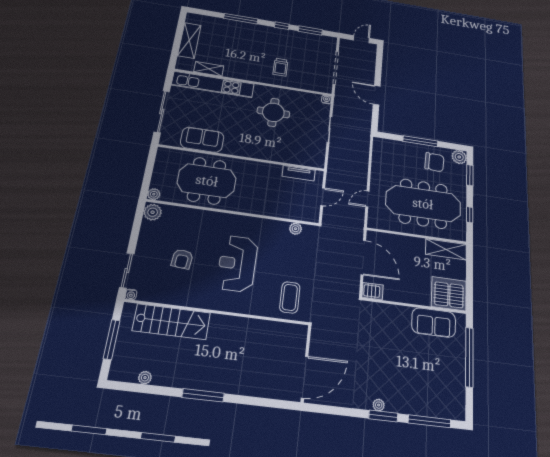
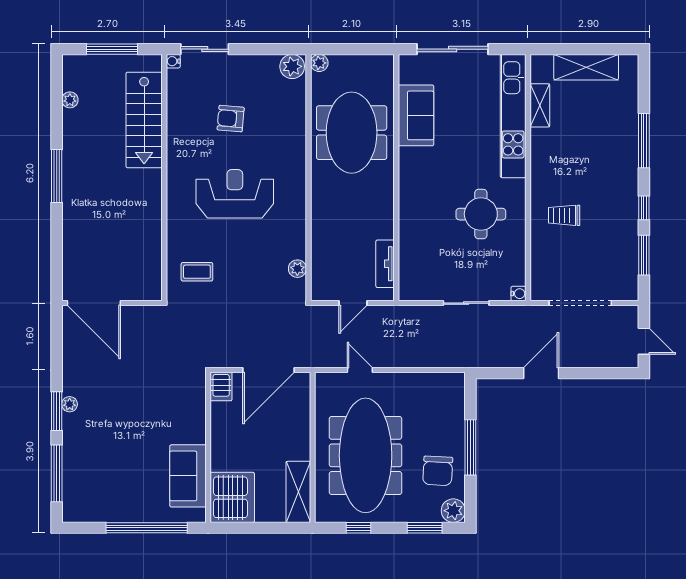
door: (323, 197) -> (353, 303), hinge flipped
coffee table: (290, 297) -> (197, 272), width x0.73, depth x0.77

